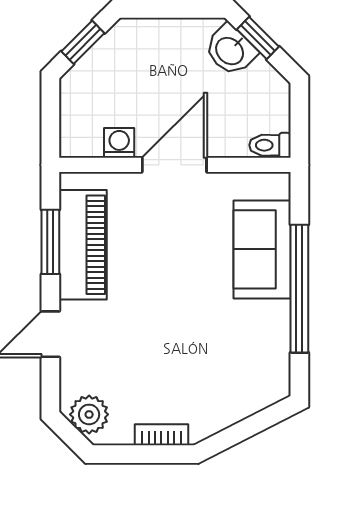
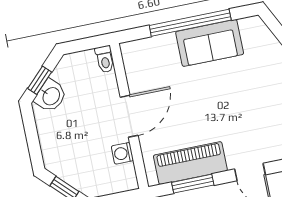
door: (174, 165) -> (129, 116), swing flipped
sofa: (262, 249) -> (210, 43), moved

